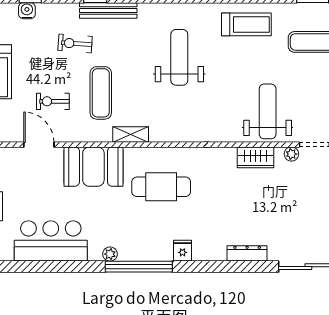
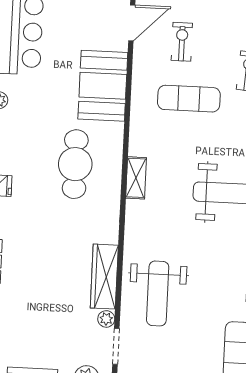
weight bench: (268, 111) -> (158, 293), turned 90
shelving: (131, 135) -> (136, 178), moved
wardrobe: (255, 157) -> (104, 277), width x1.50

